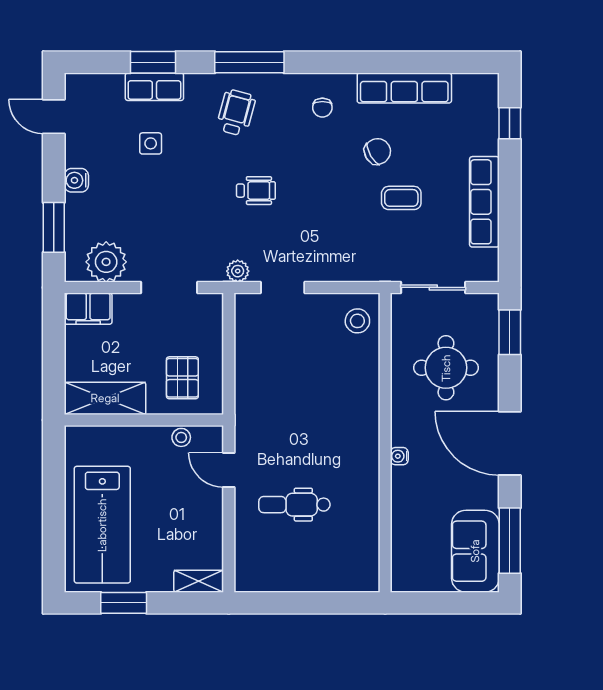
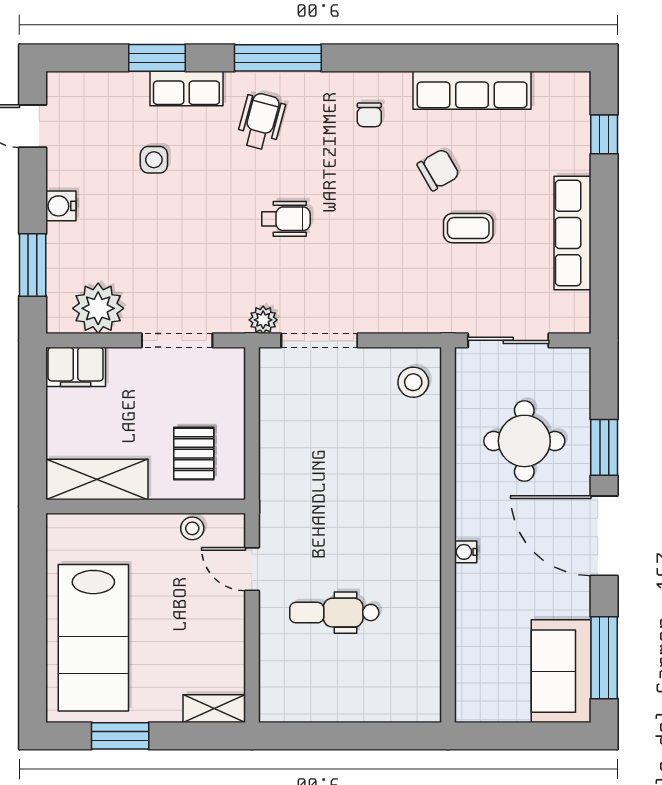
row of seats: (154, 87) -> (186, 89), moved
doorway: (283, 287) -> (319, 340), width x1.38
window: (510, 332) -> (604, 447), moved

